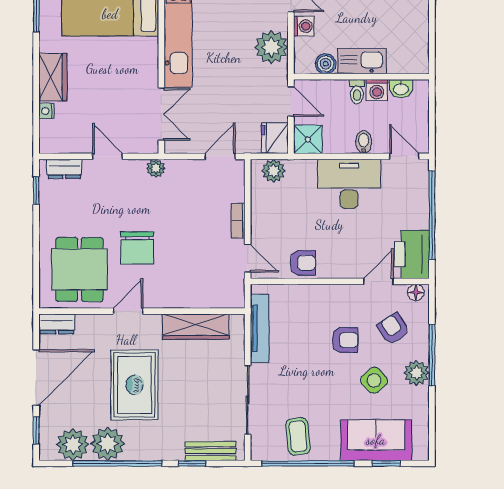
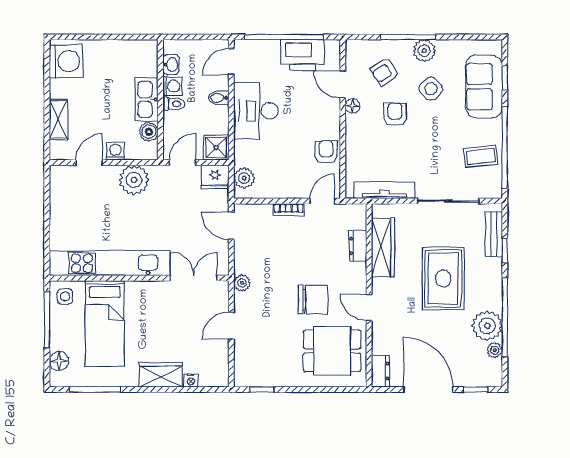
dresser: (64, 169) -> (358, 246), moved, turned 180
printer: (412, 254) -> (302, 55), moved
floor lamp: (416, 292) -> (353, 106), moved
rug: (134, 385) -> (443, 279), moved, turned 90
plant: (73, 445) -> (495, 350), width x0.53, depth x0.53

